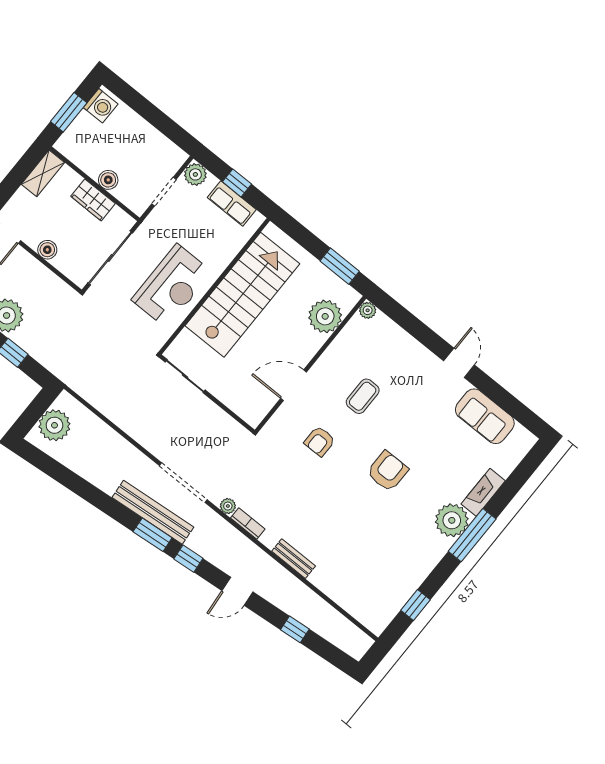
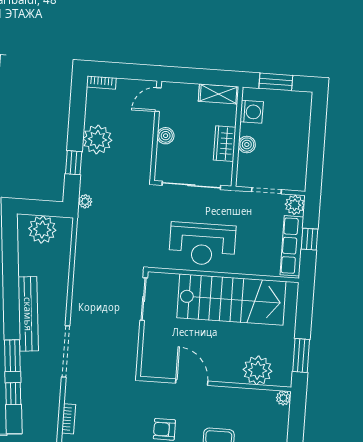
washing machine: (101, 106) -> (252, 112), moved, turned -90
row of seats: (232, 204) -> (292, 246), width x1.48
plant: (228, 506) -> (85, 201), moved
bench: (153, 512) -> (28, 314), moved

